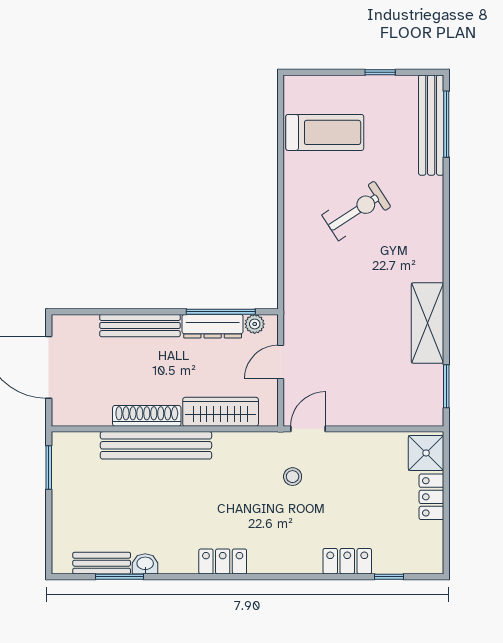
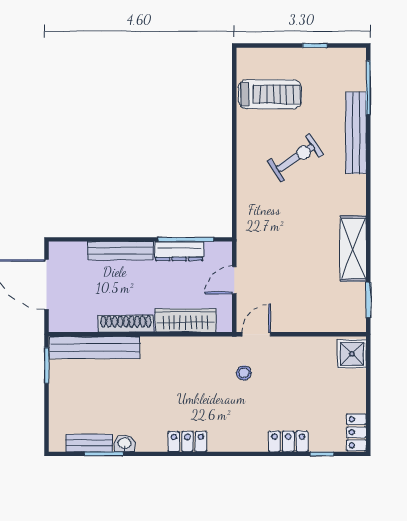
bench: (431, 125) -> (356, 133), moved
plant: (255, 324) -> (213, 249), removed
bench: (156, 445) -> (95, 348), moved
locker: (431, 497) -> (356, 432), moved

